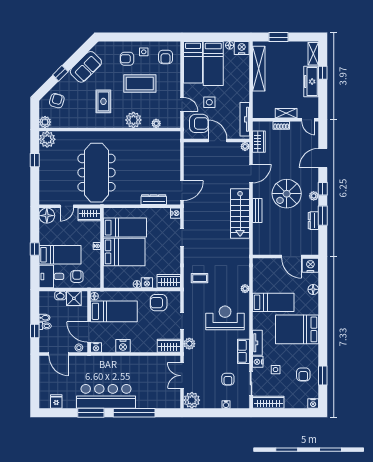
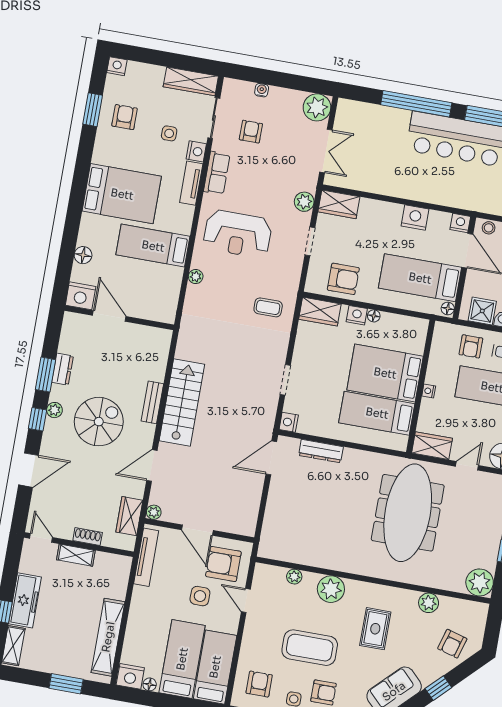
plant: (45, 122) -> (429, 603), moved

